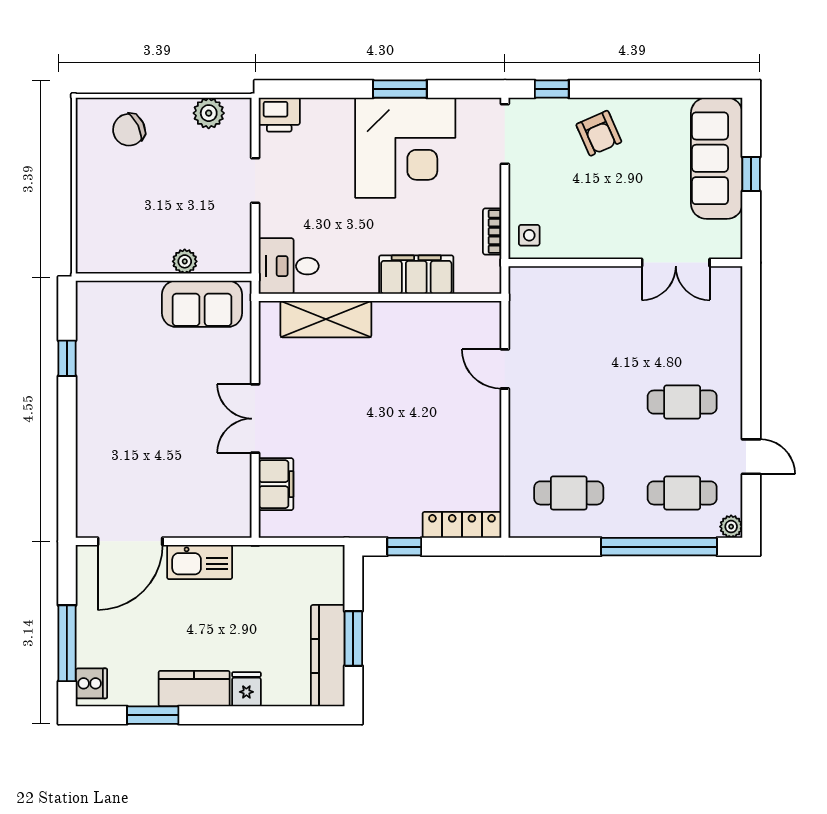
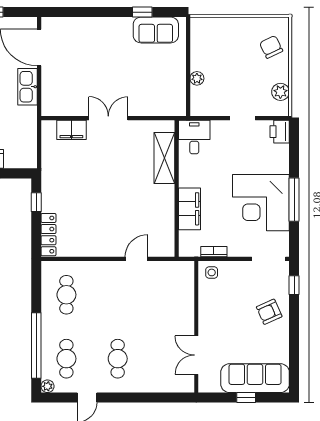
window: (400, 89) -> (294, 200), width x1.44
sofa: (202, 304) -> (156, 30), moved, turned -90

